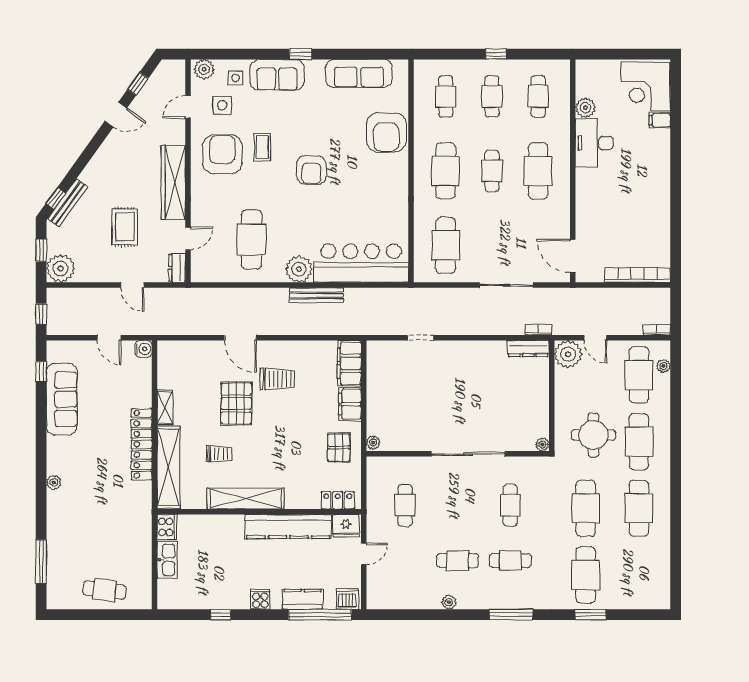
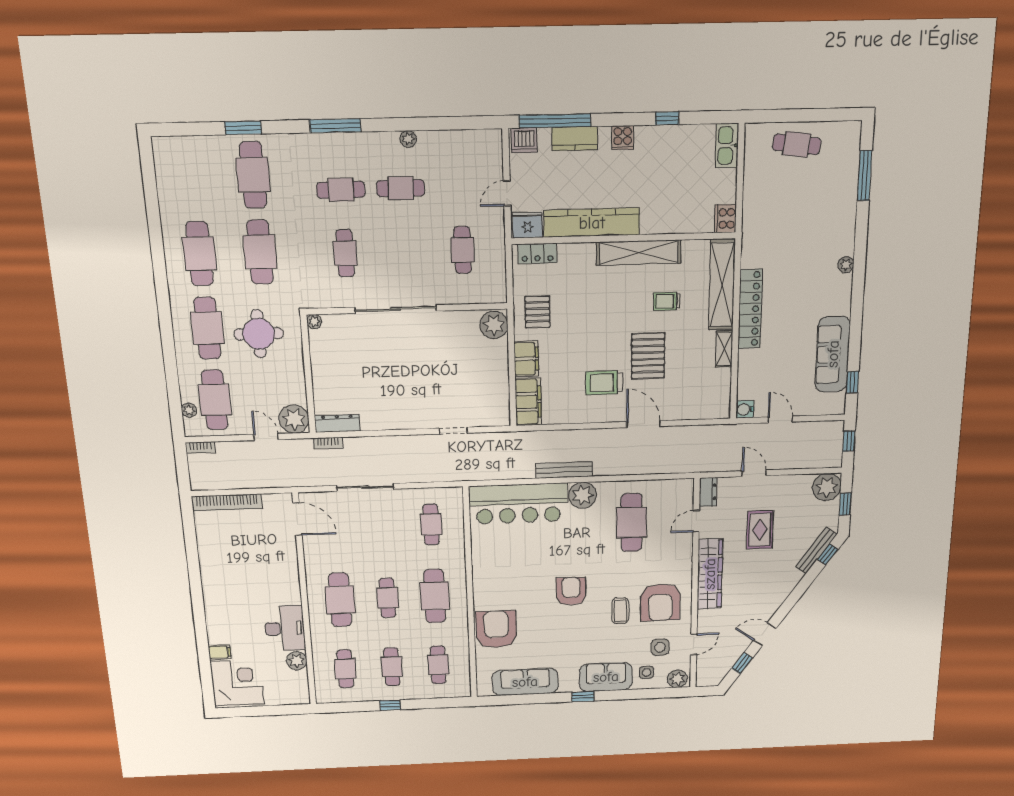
cafe table: (446, 245) -> (431, 524), width x0.73, depth x0.74
plant: (373, 443) -> (494, 325), width x1.87, depth x1.87
kitchen sink: (167, 560) -> (727, 146), moved

